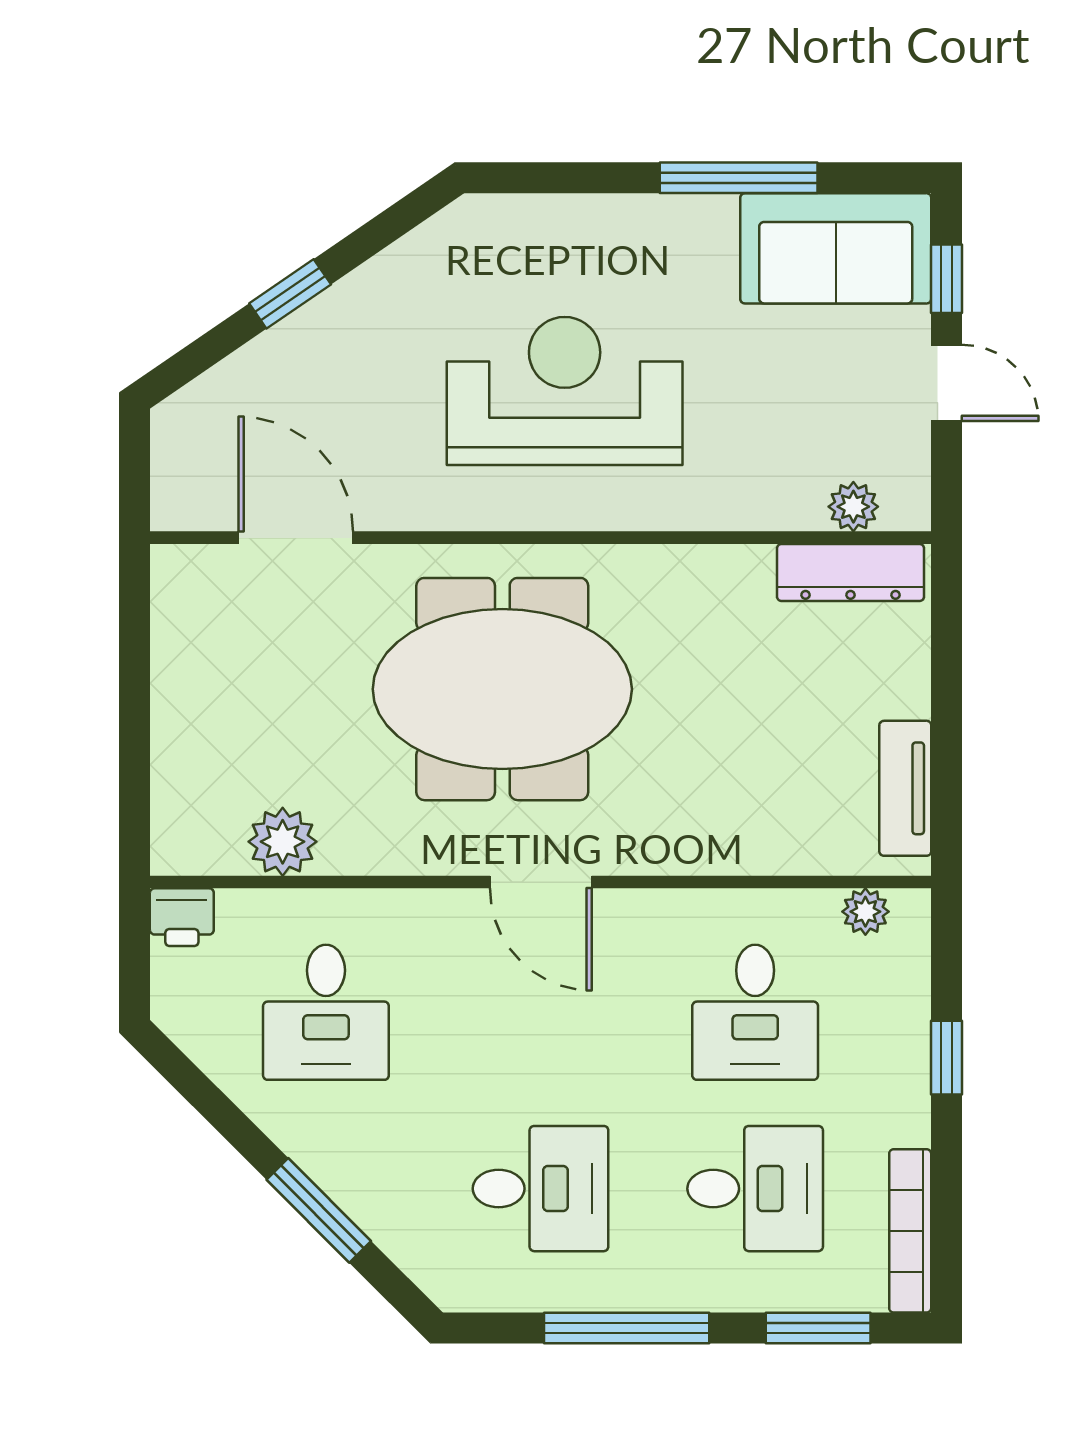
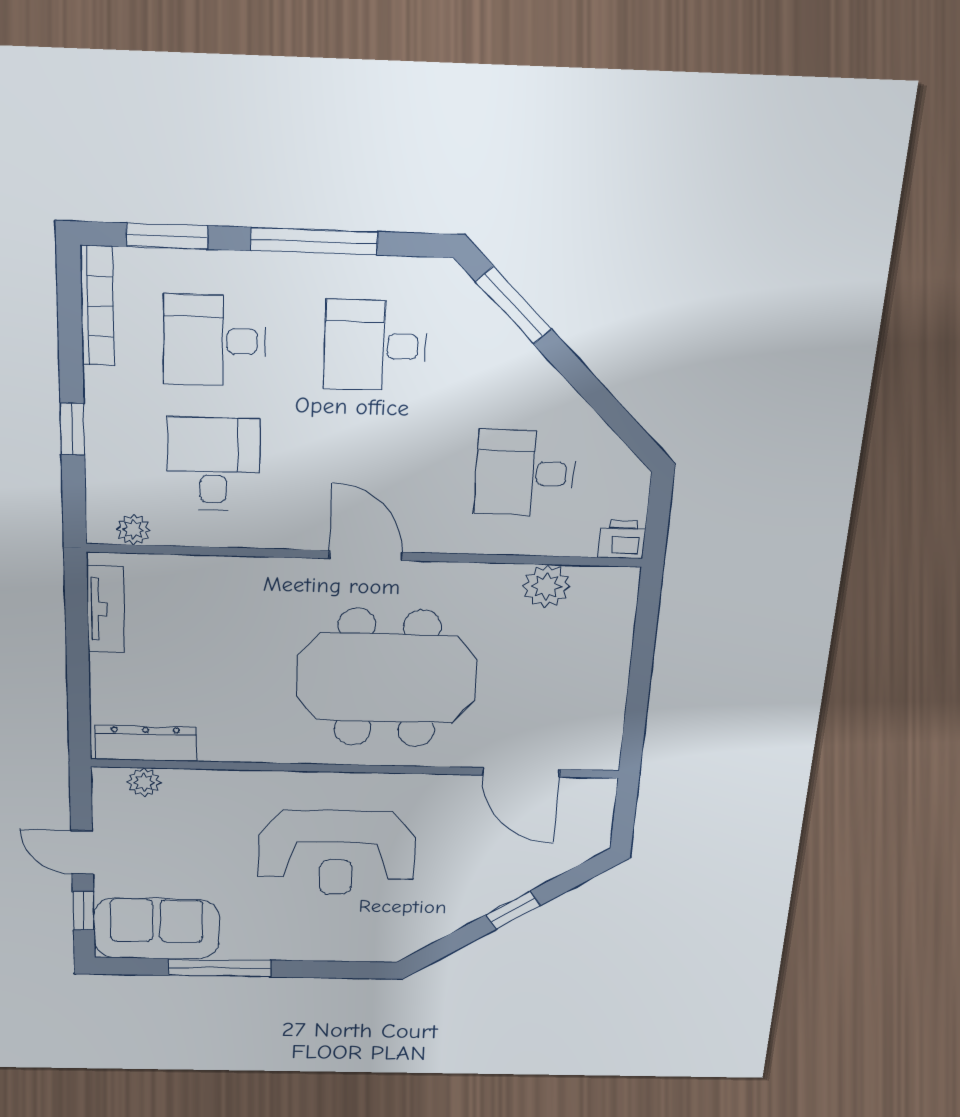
desk: (326, 1012) -> (525, 473), turned -90
window: (319, 1210) -> (514, 305), moved

